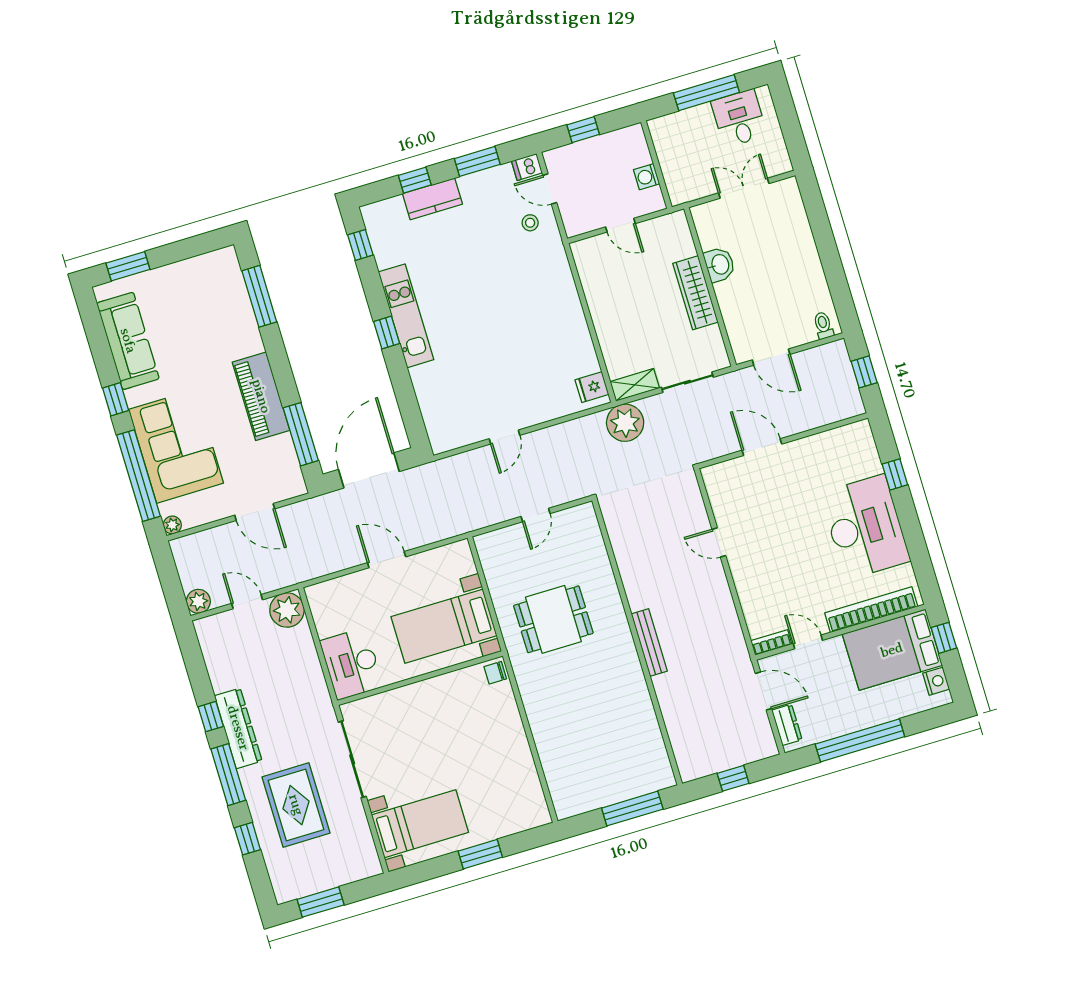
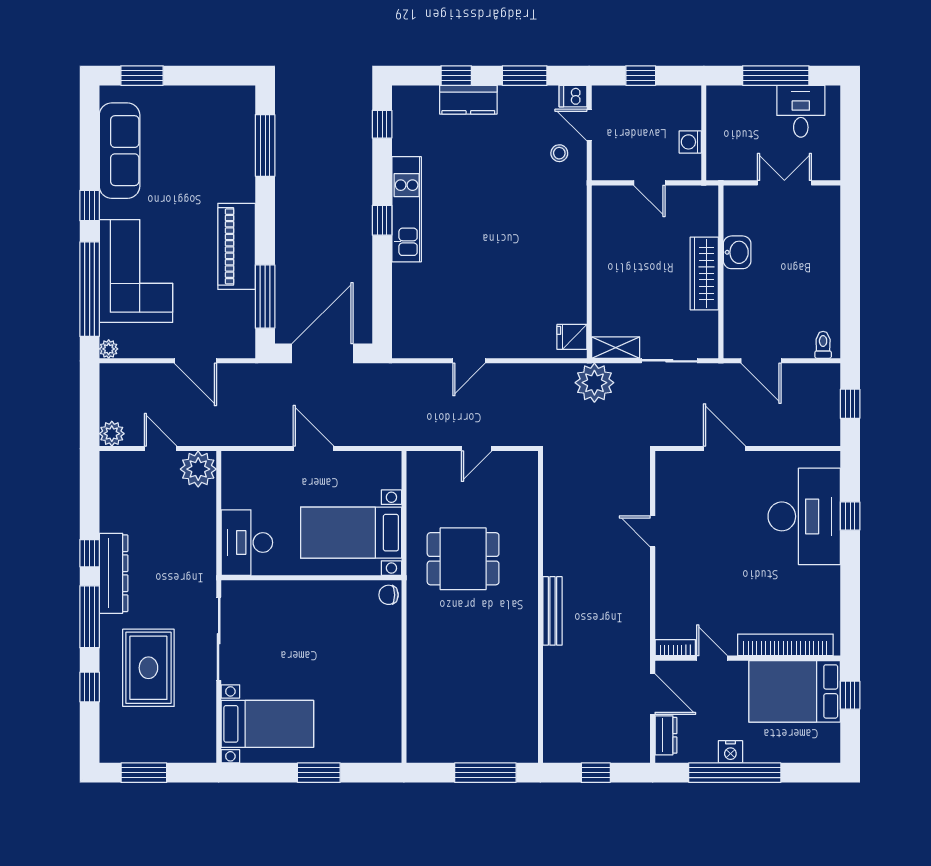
desk: (865, 527) -> (804, 516), moved
nightstand: (936, 681) -> (730, 752), moved, turned 90

